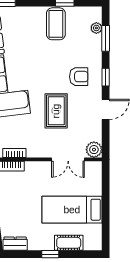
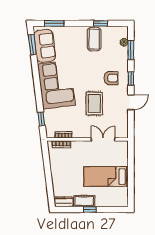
plant: (94, 150) -> (122, 132), removed
double door: (68, 159) -> (103, 139), swing flipped
cot: (69, 243) -> (84, 201), moved

